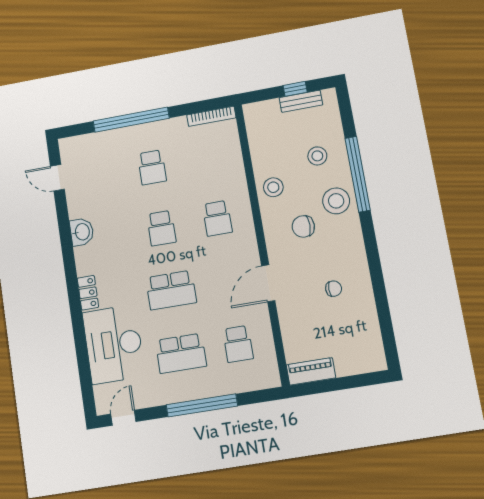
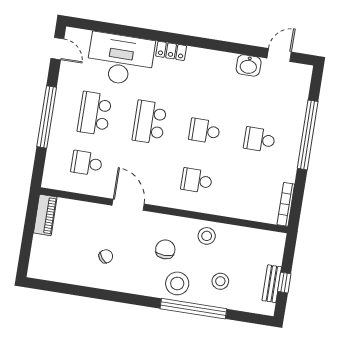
washbasin: (82, 232) -> (249, 65), moved
chair: (334, 289) -> (106, 256), turned -128

